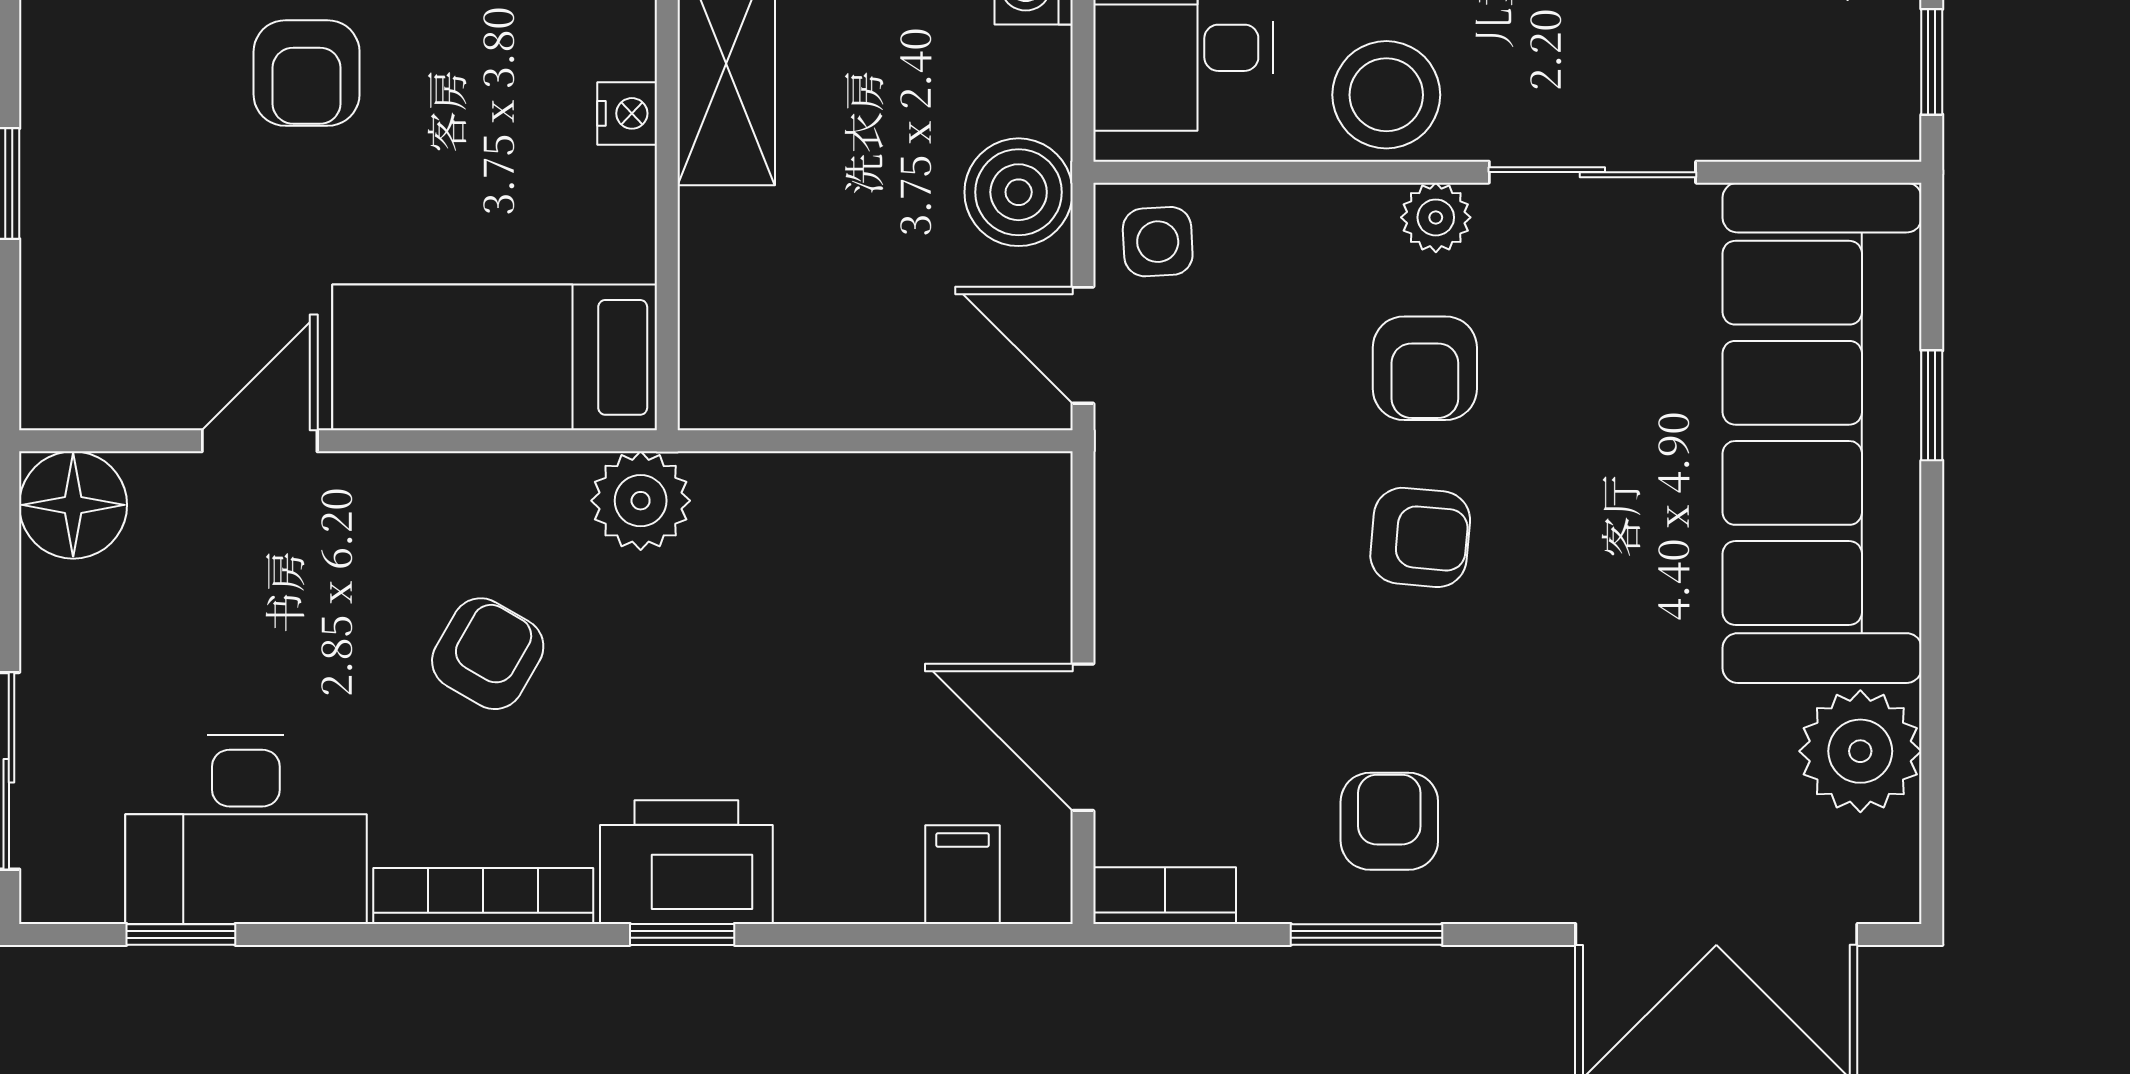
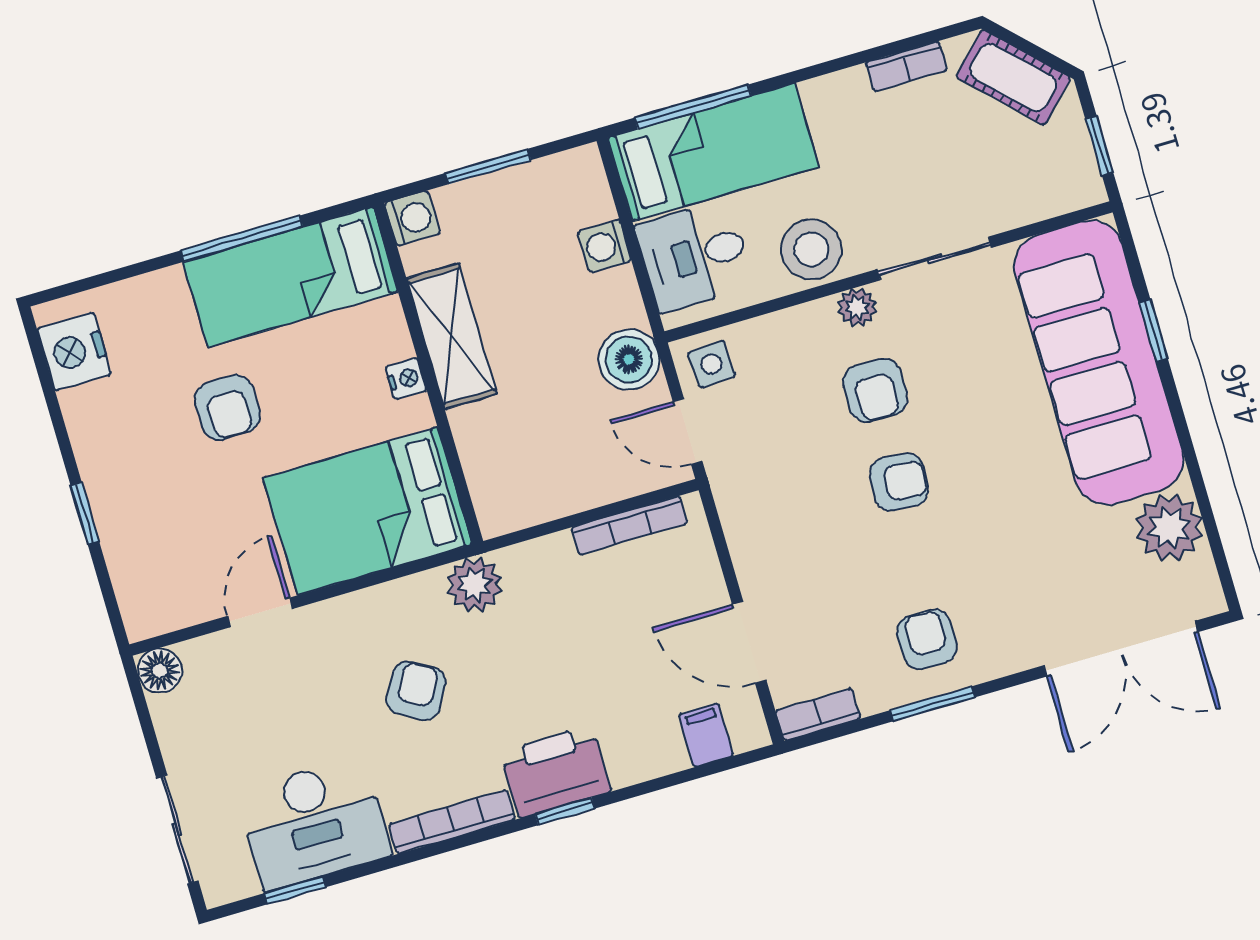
bed: (495, 357) -> (368, 511), width x1.50
bookcase: (936, 477) -> (629, 525), added
floor lamp: (73, 505) -> (160, 671), width x0.73, depth x0.73

